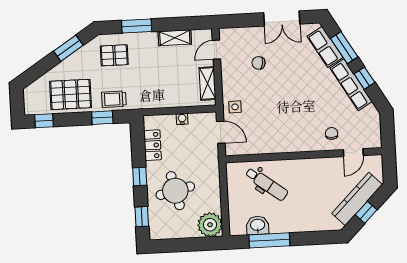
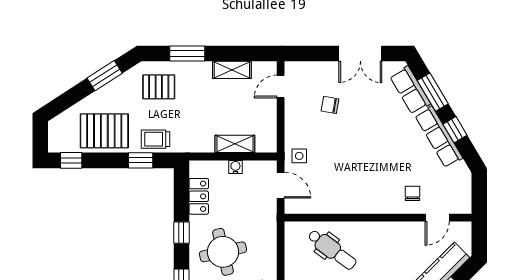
shelving: (208, 84) -> (235, 144), moved, turned 90

